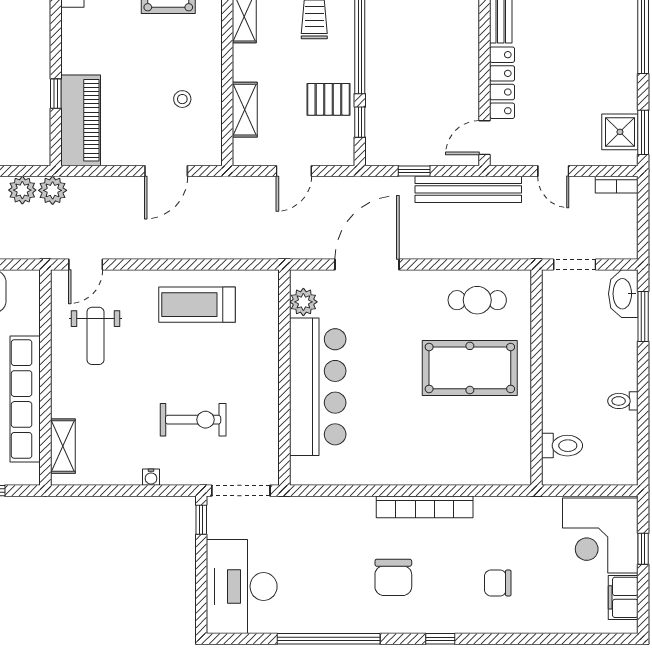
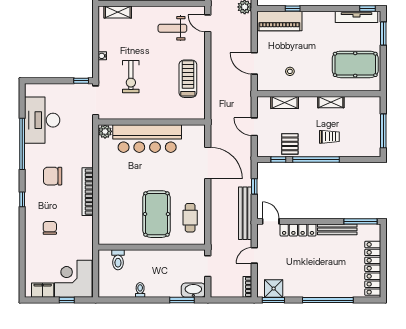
plant: (303, 302) -> (105, 131), moved
desk: (242, 587) -> (42, 120), moved, turned -90

